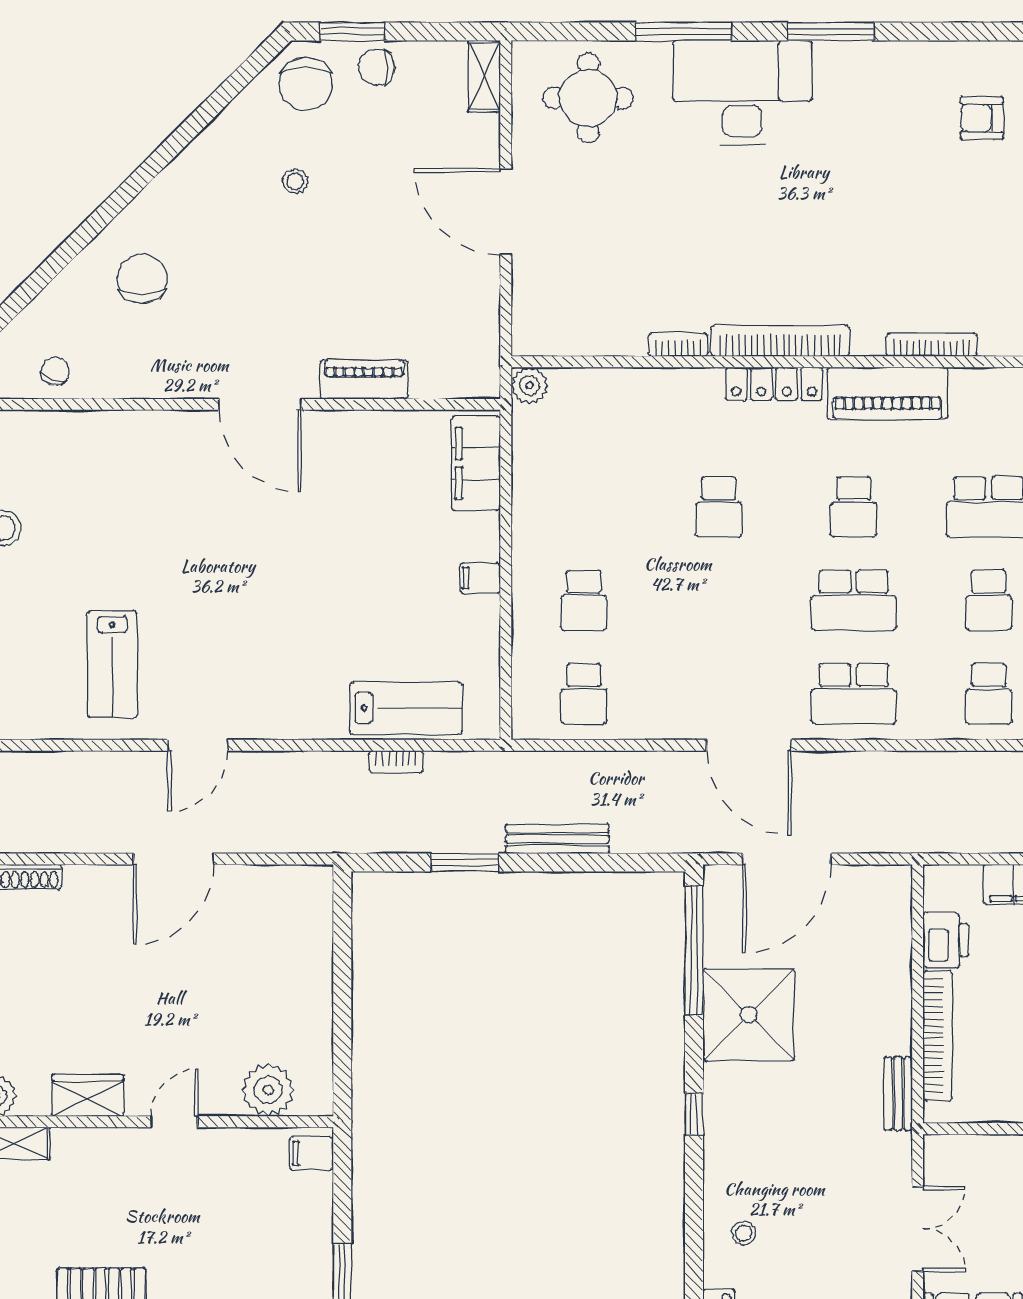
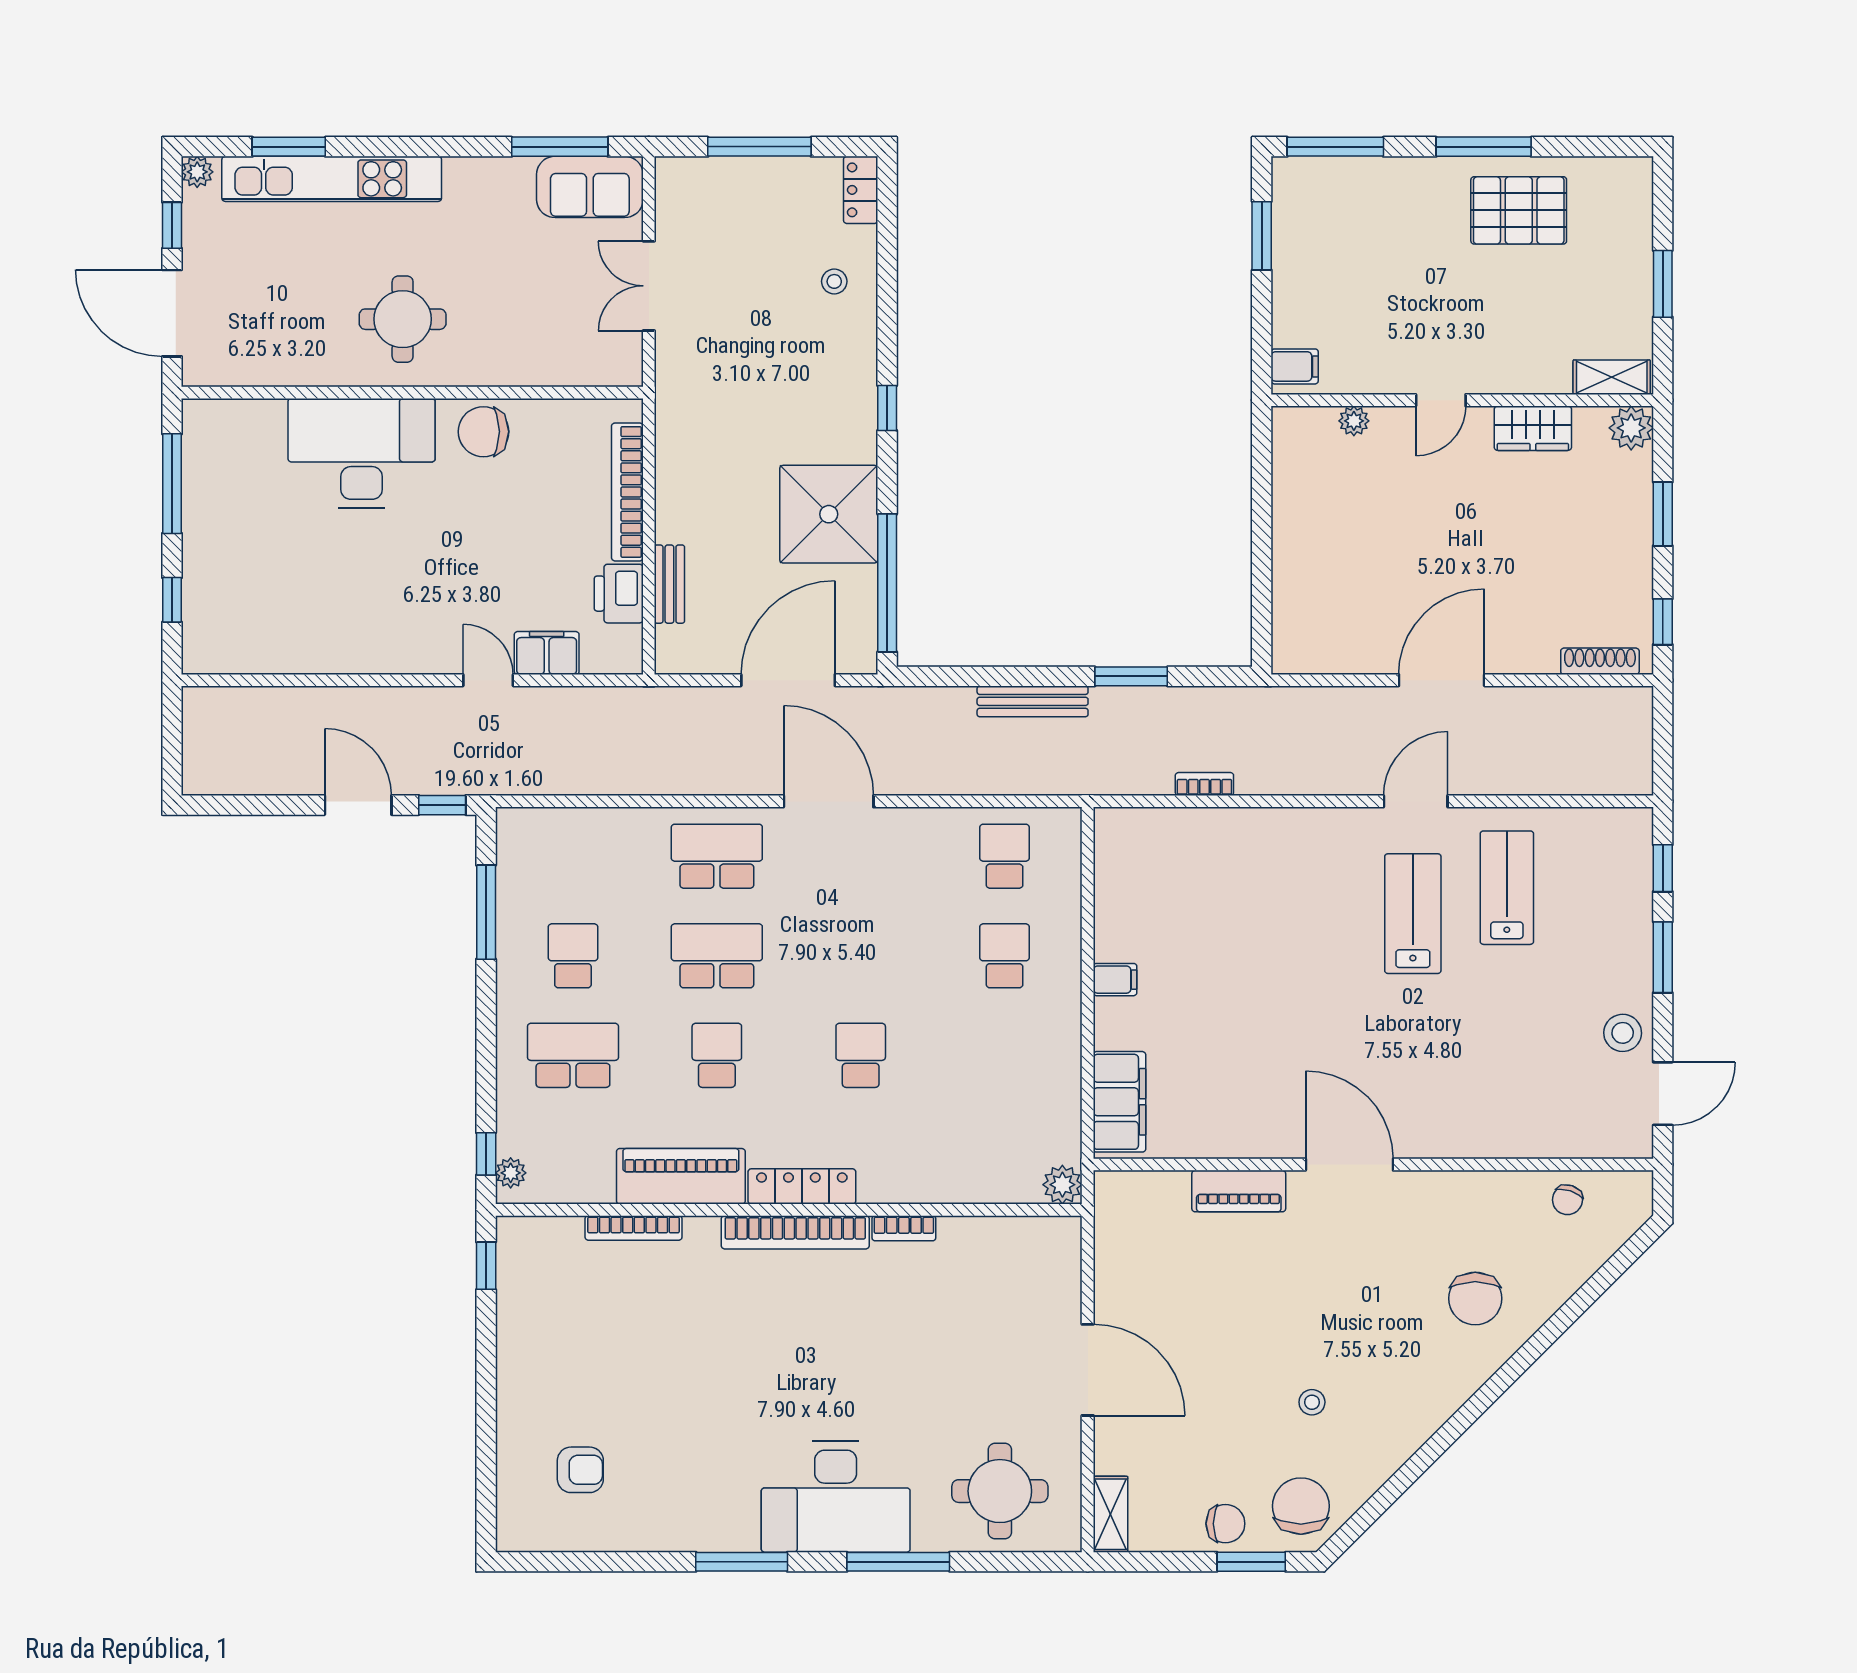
school desk: (989, 694) -> (573, 856), removed
lab bench: (406, 708) -> (1413, 914), moved, turned 90
plant: (268, 1090) -> (1354, 421), width x0.53, depth x0.53
bench: (898, 1094) -> (669, 584), moved

